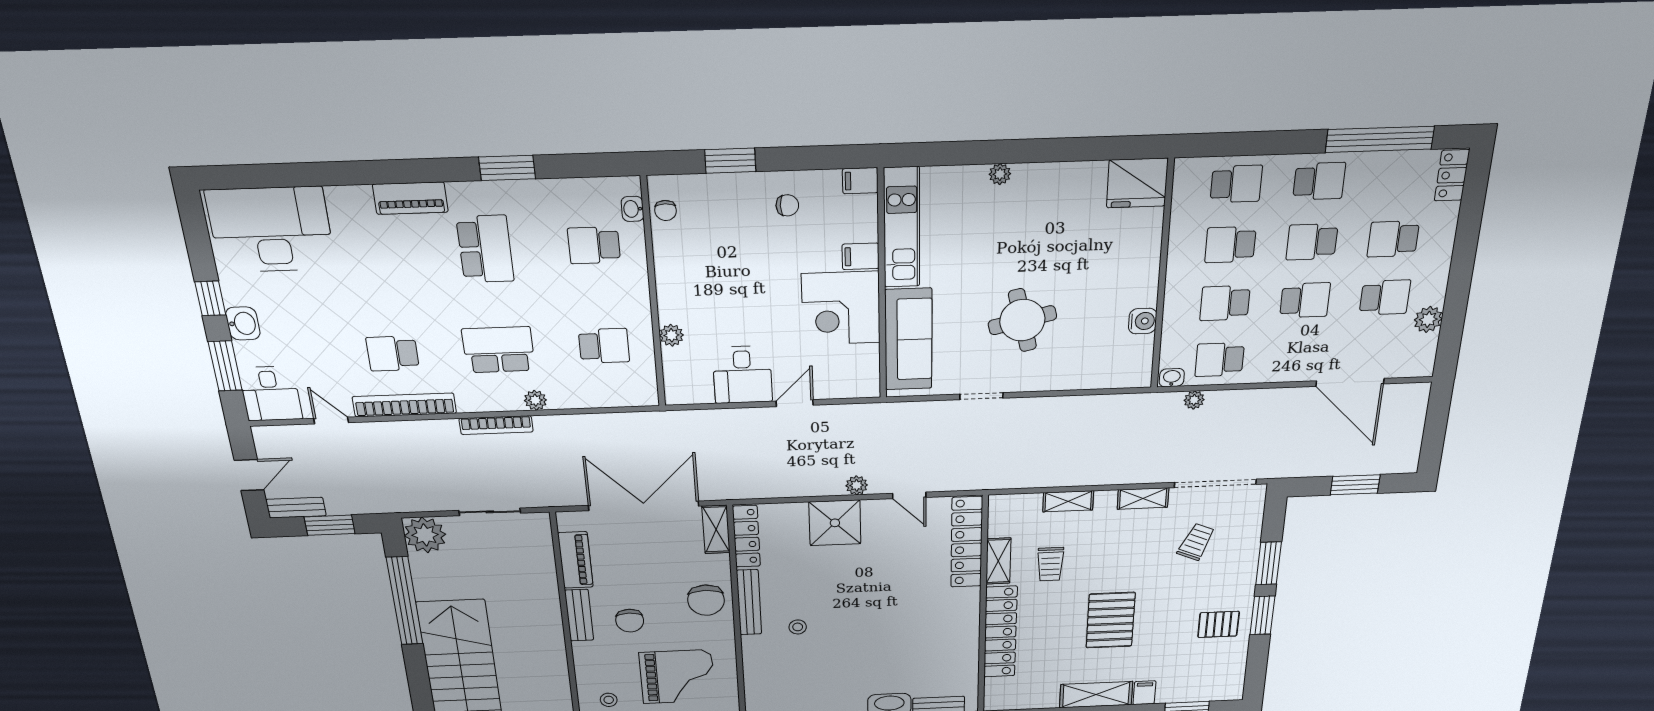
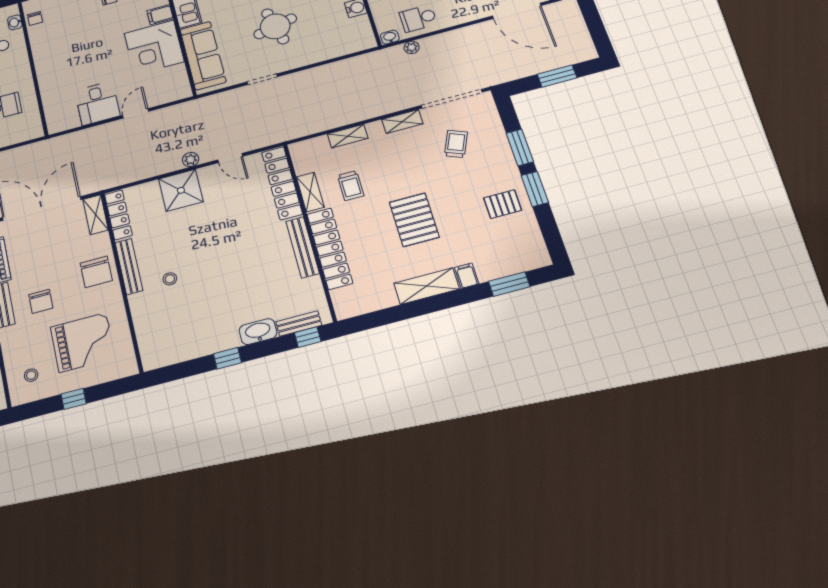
plant: (671, 335) -> (47, 89), removed
bench: (969, 624) -> (303, 247), added

